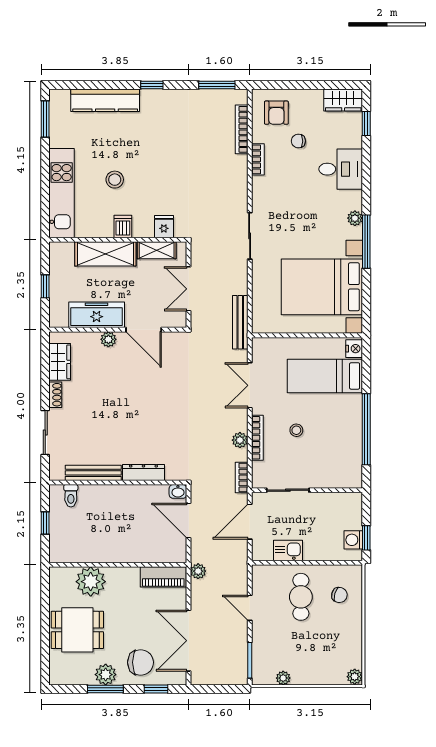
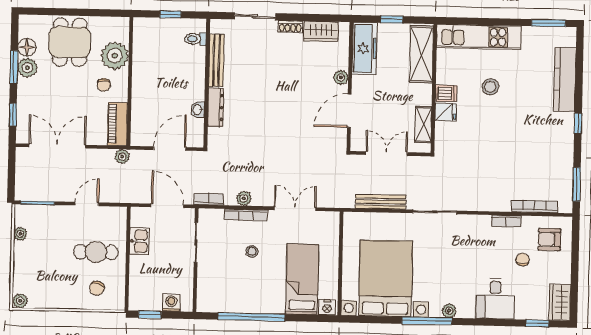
fridge: (164, 227) -> (446, 112), moved
shelving: (105, 254) -> (421, 54), moved
freezer: (97, 315) -> (365, 48), moved
bench: (240, 322) -> (380, 202), moved
washbasin: (178, 491) -> (198, 110), moved
washing machine: (353, 540) -> (171, 303), moved
chair: (141, 662) -> (104, 85), moved, width x0.54, depth x0.54
floor lamp: (84, 676) -> (27, 47), added

